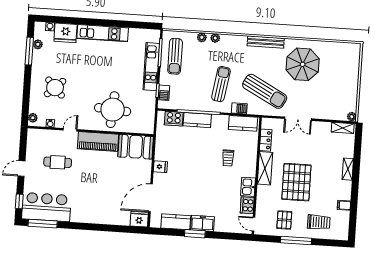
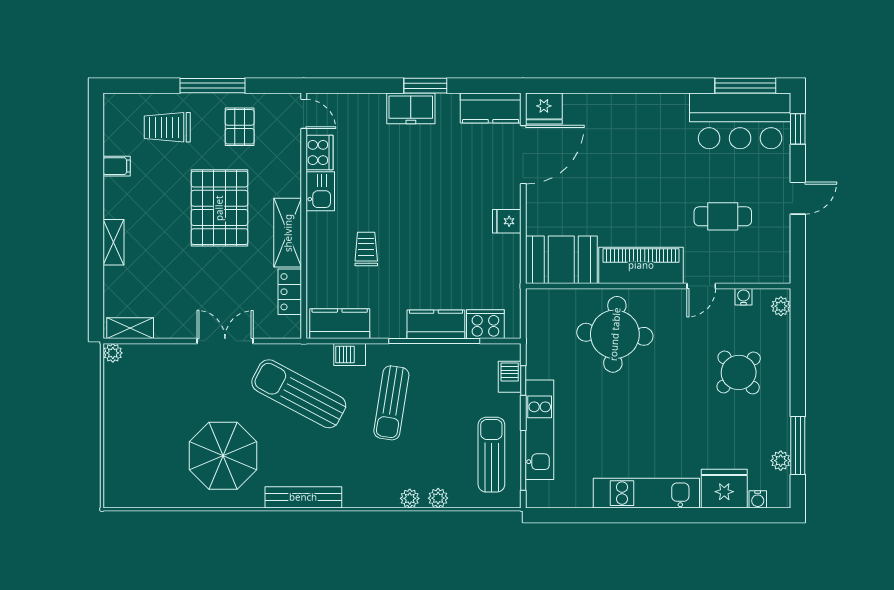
kitchen counter: (176, 222) -> (491, 108), moved

